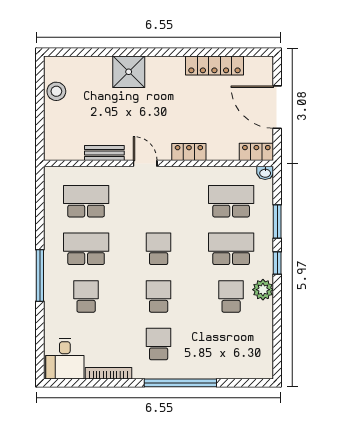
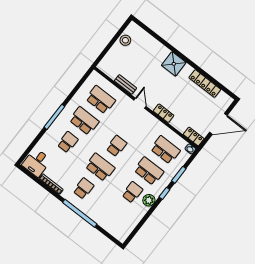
shower: (129, 72) -> (174, 64), moved
door: (277, 107) -> (218, 124), swing flipped
school desk: (159, 296) -> (100, 167), width x1.85

